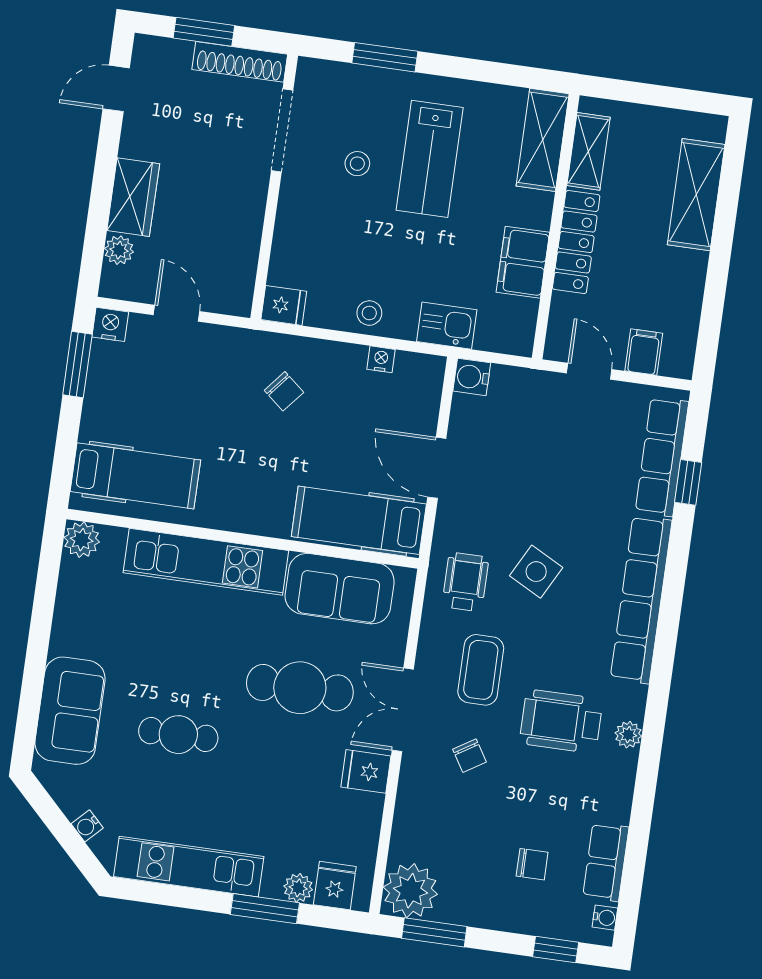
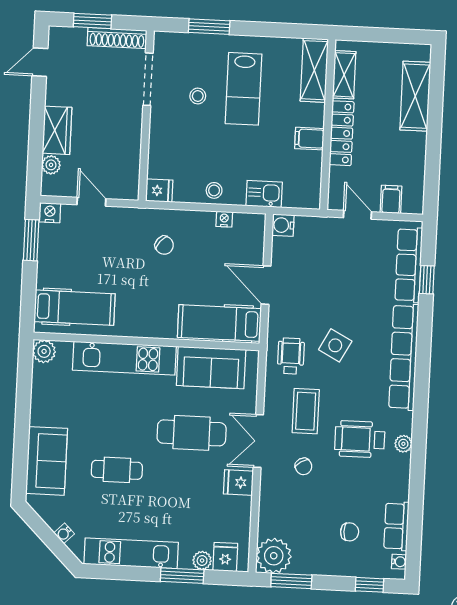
filing cabinet: (523, 262) -> (309, 139), width x0.50

